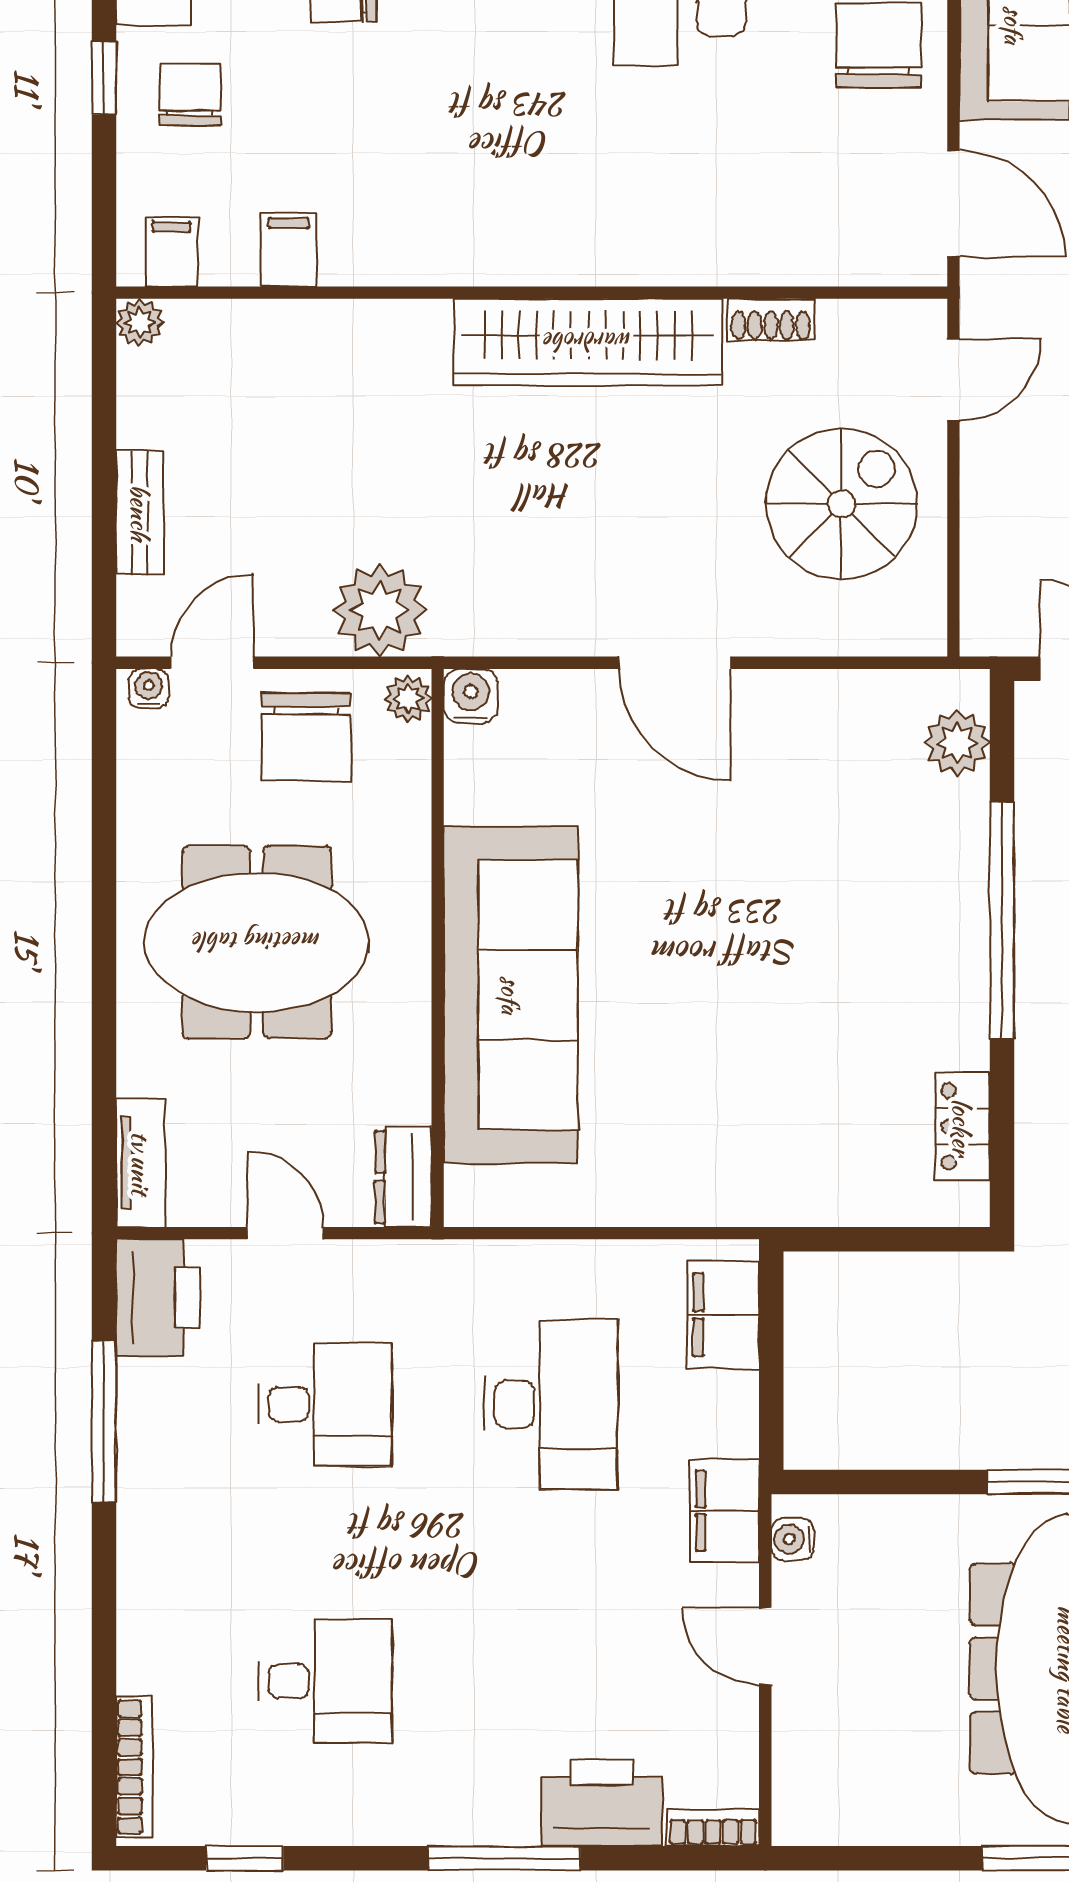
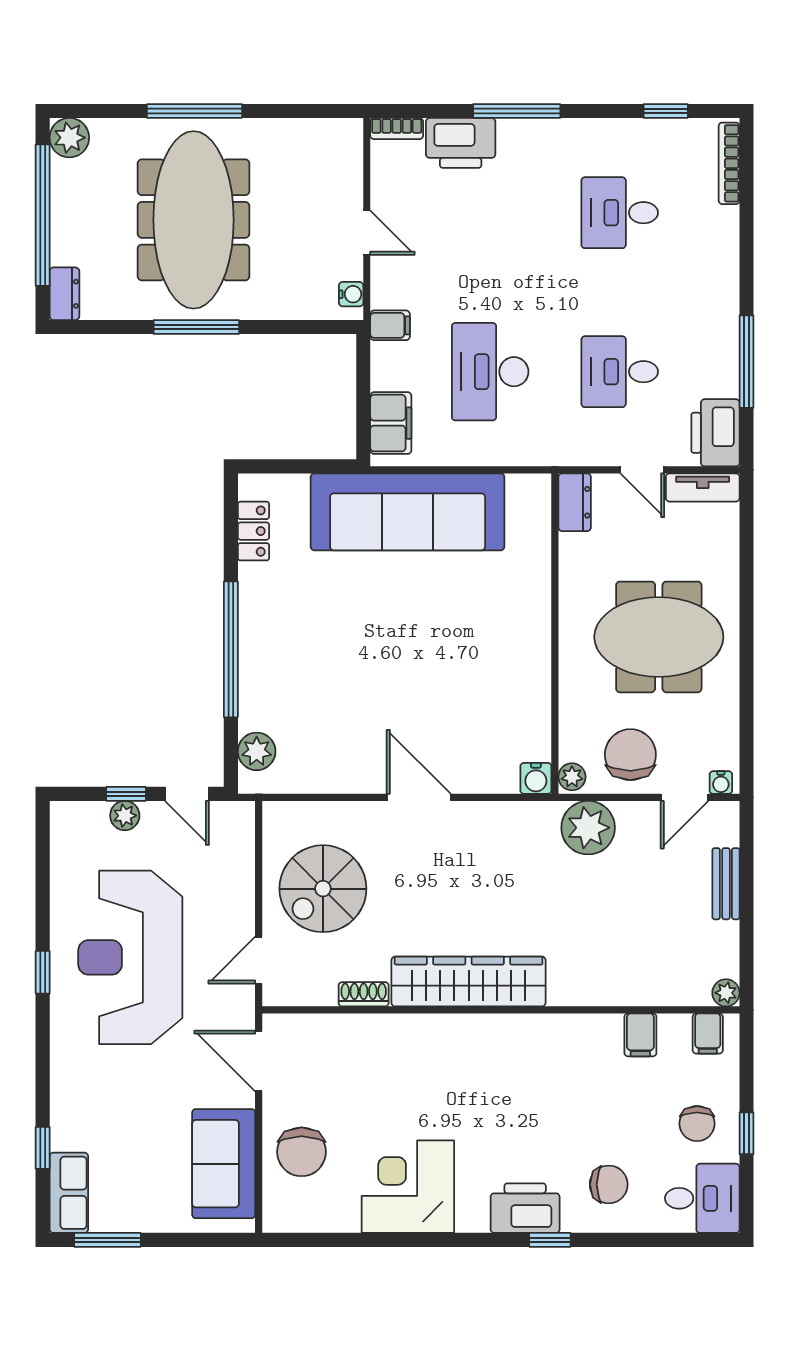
sofa: (511, 995) -> (408, 512), moved, turned -90
tv unit: (141, 1163) -> (703, 487), moved, turned -90
filing cabinet: (725, 1511) -> (390, 325), width x0.50

